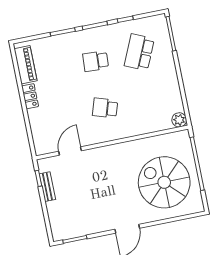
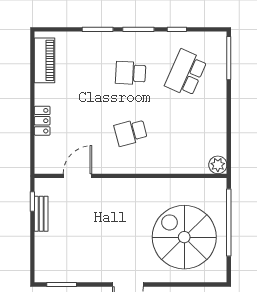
locker: (30, 96) -> (42, 121), moved
school desk: (105, 108) -> (131, 132), turned -33

